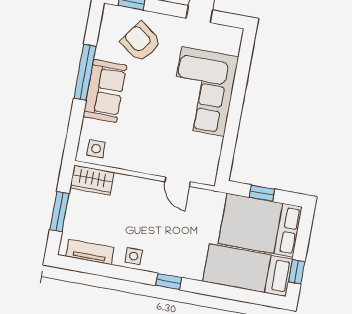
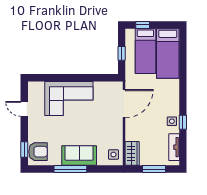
armchair: (141, 42) -> (38, 152), moved, turned -126
door: (178, 182) -> (124, 104), width x1.87
bed: (260, 225) -> (145, 51), width x0.67
window: (297, 272) -> (143, 25), moved
window: (169, 281) -> (183, 122), moved

